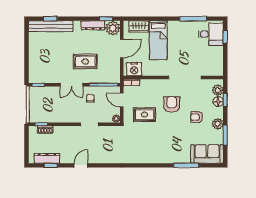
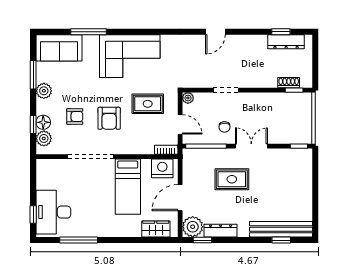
desk: (211, 34) -> (53, 212), width x1.37
bed: (158, 40) -> (128, 187), moved, turned 180
armchair: (197, 117) -> (75, 116), moved
corner sofa: (157, 148) -> (130, 56), added
door: (81, 165) -> (215, 32), moved

